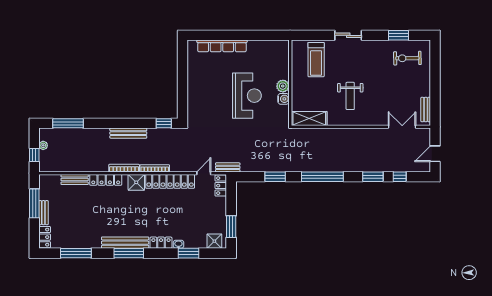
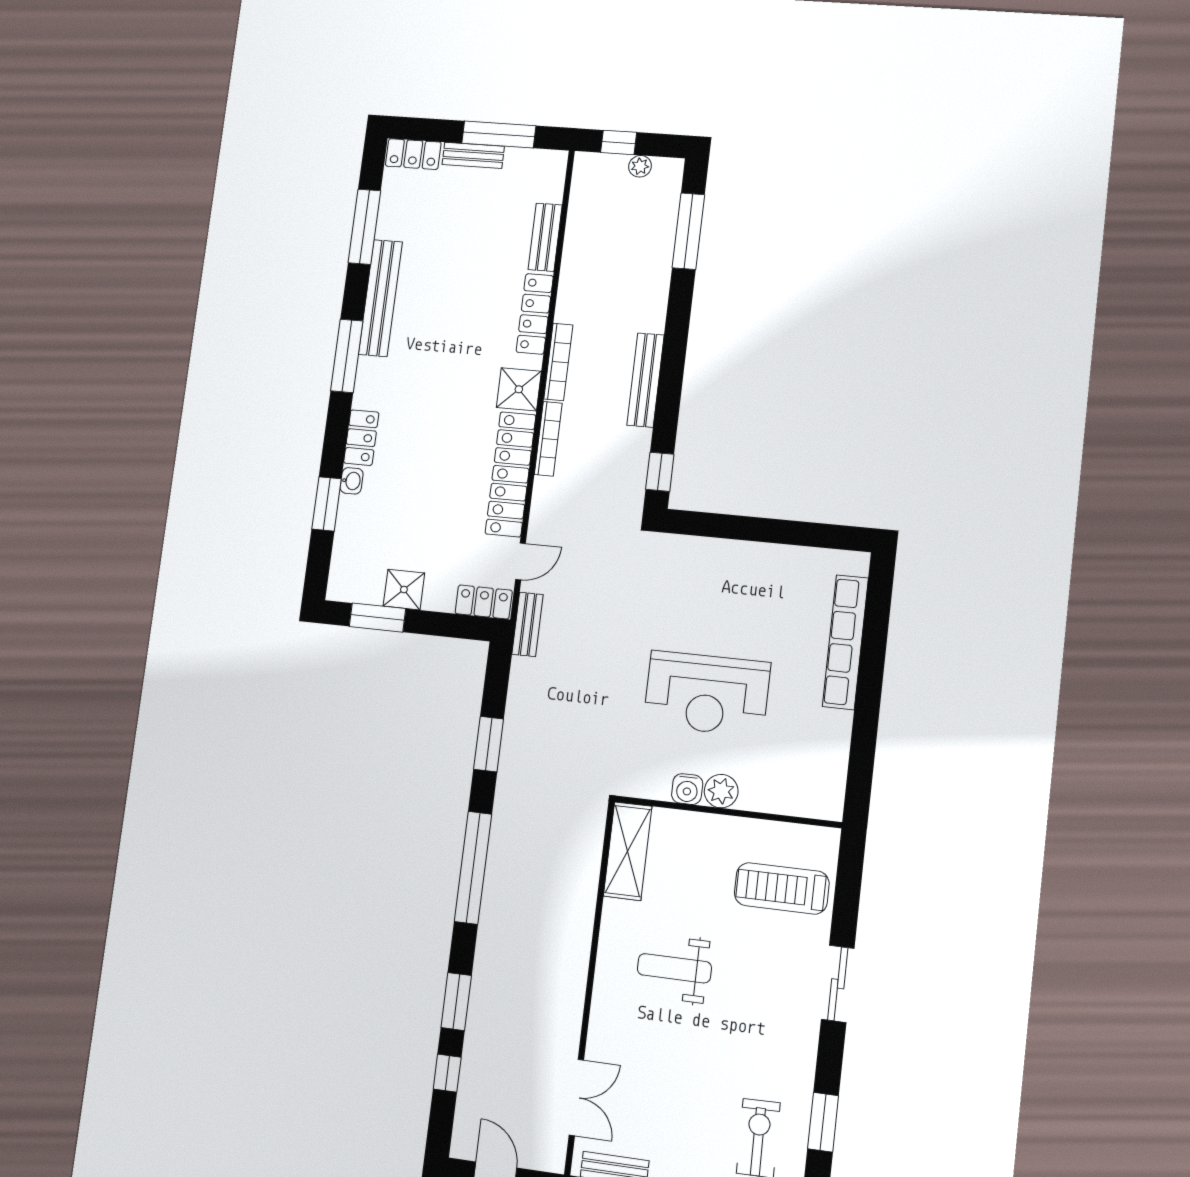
door: (204, 173) -> (520, 561), hinge flipped
shower: (214, 241) -> (404, 590), moved
bench: (125, 243) -> (380, 298), moved

